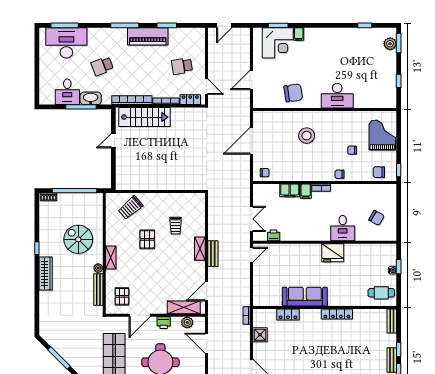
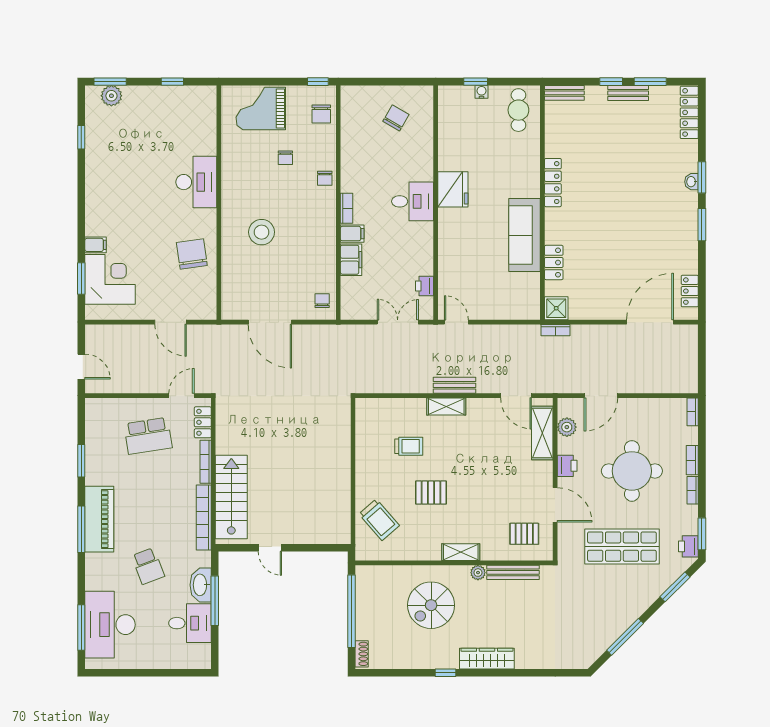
piano: (148, 36) -> (99, 519), moved
school desk: (182, 66) -> (148, 436), width x1.85
desk: (343, 228) -> (413, 201), moved
shower: (260, 335) -> (556, 308), moved

